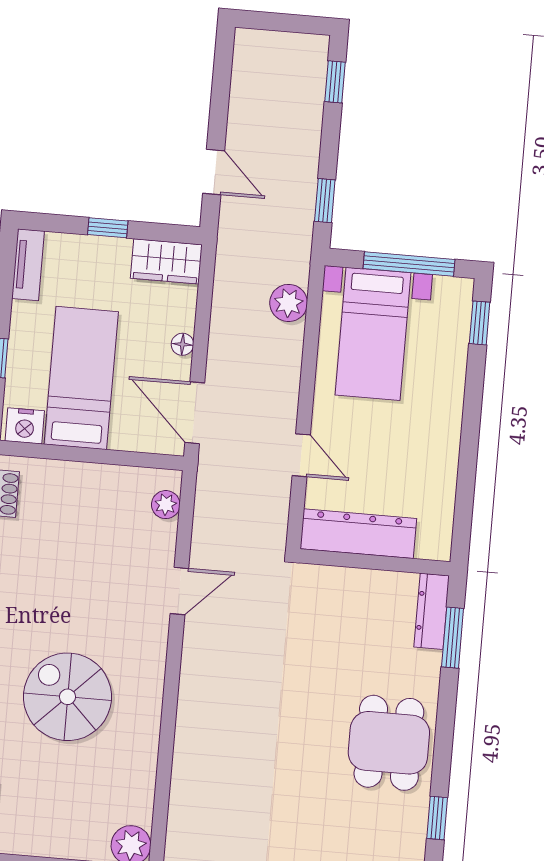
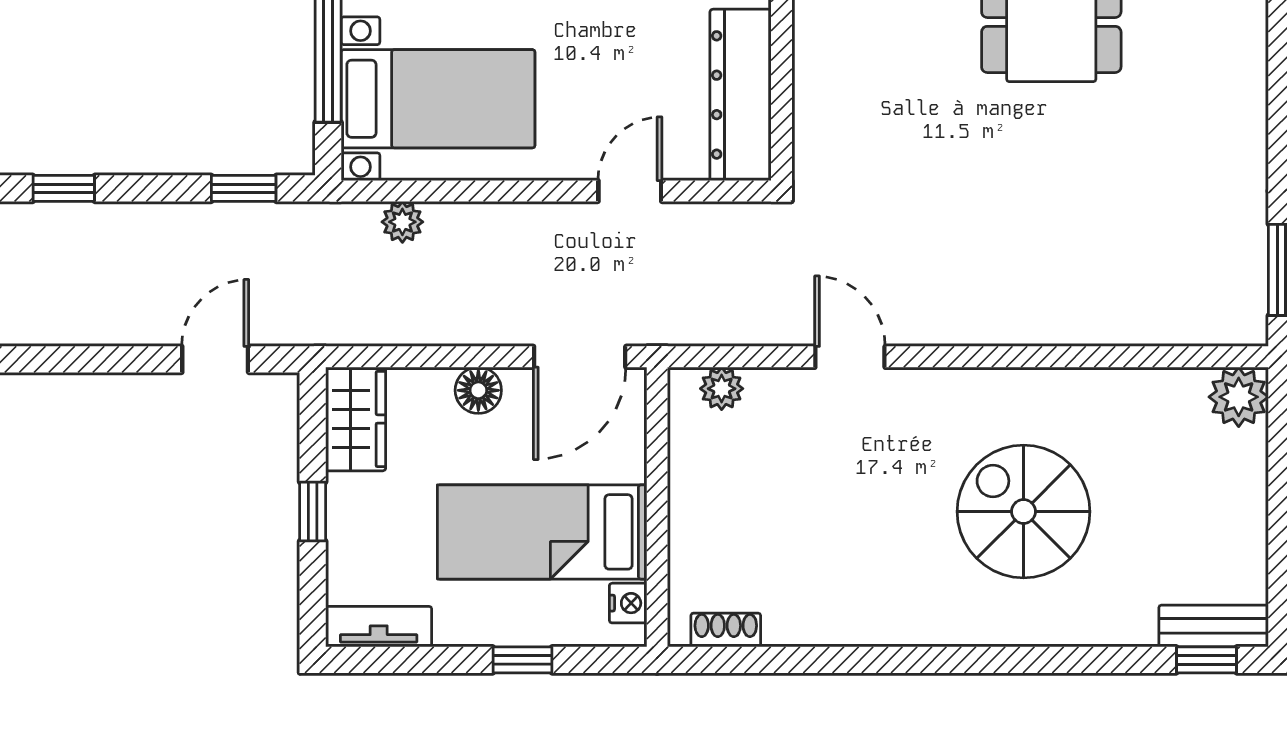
plant: (289, 303) -> (402, 222), width x0.73, depth x0.73
floor lamp: (182, 344) -> (478, 390), width x1.37, depth x1.37
nightstand: (25, 426) -> (628, 603), width x0.72, depth x0.74
spiral stairs: (68, 697) -> (1024, 512), turned 90

